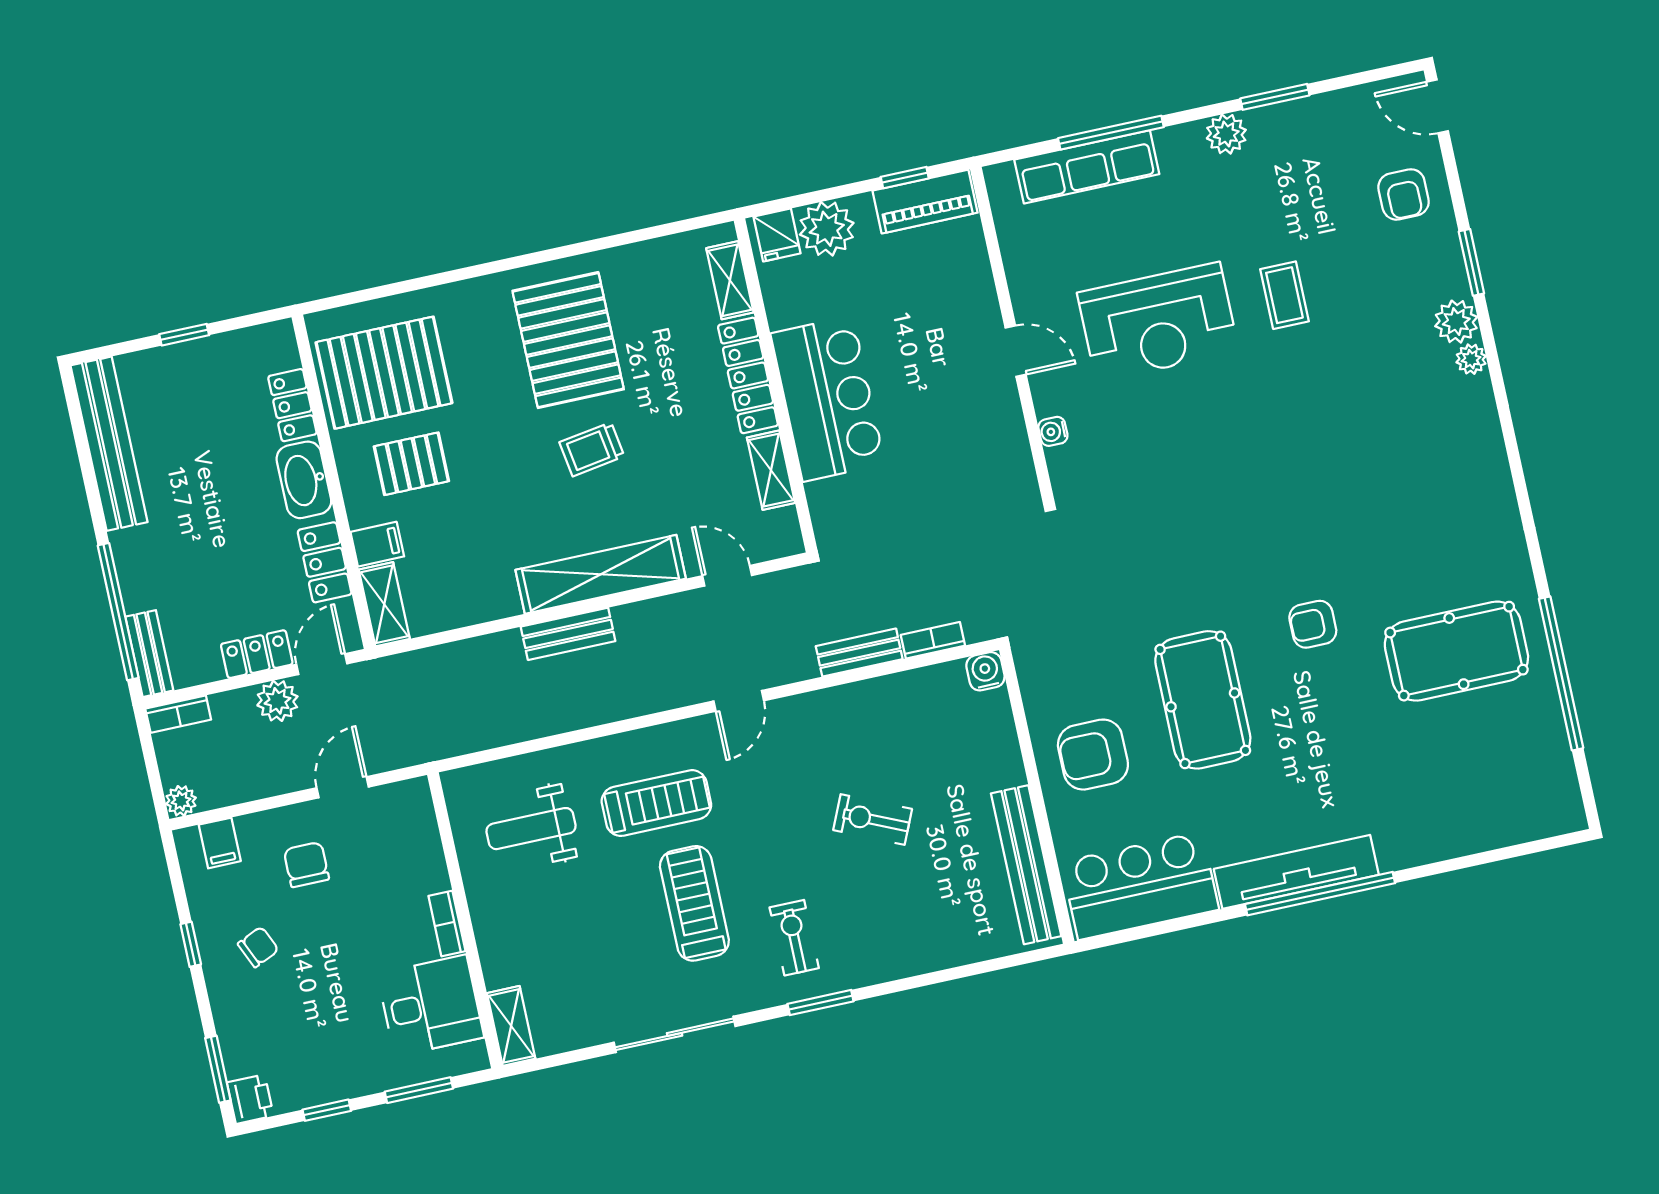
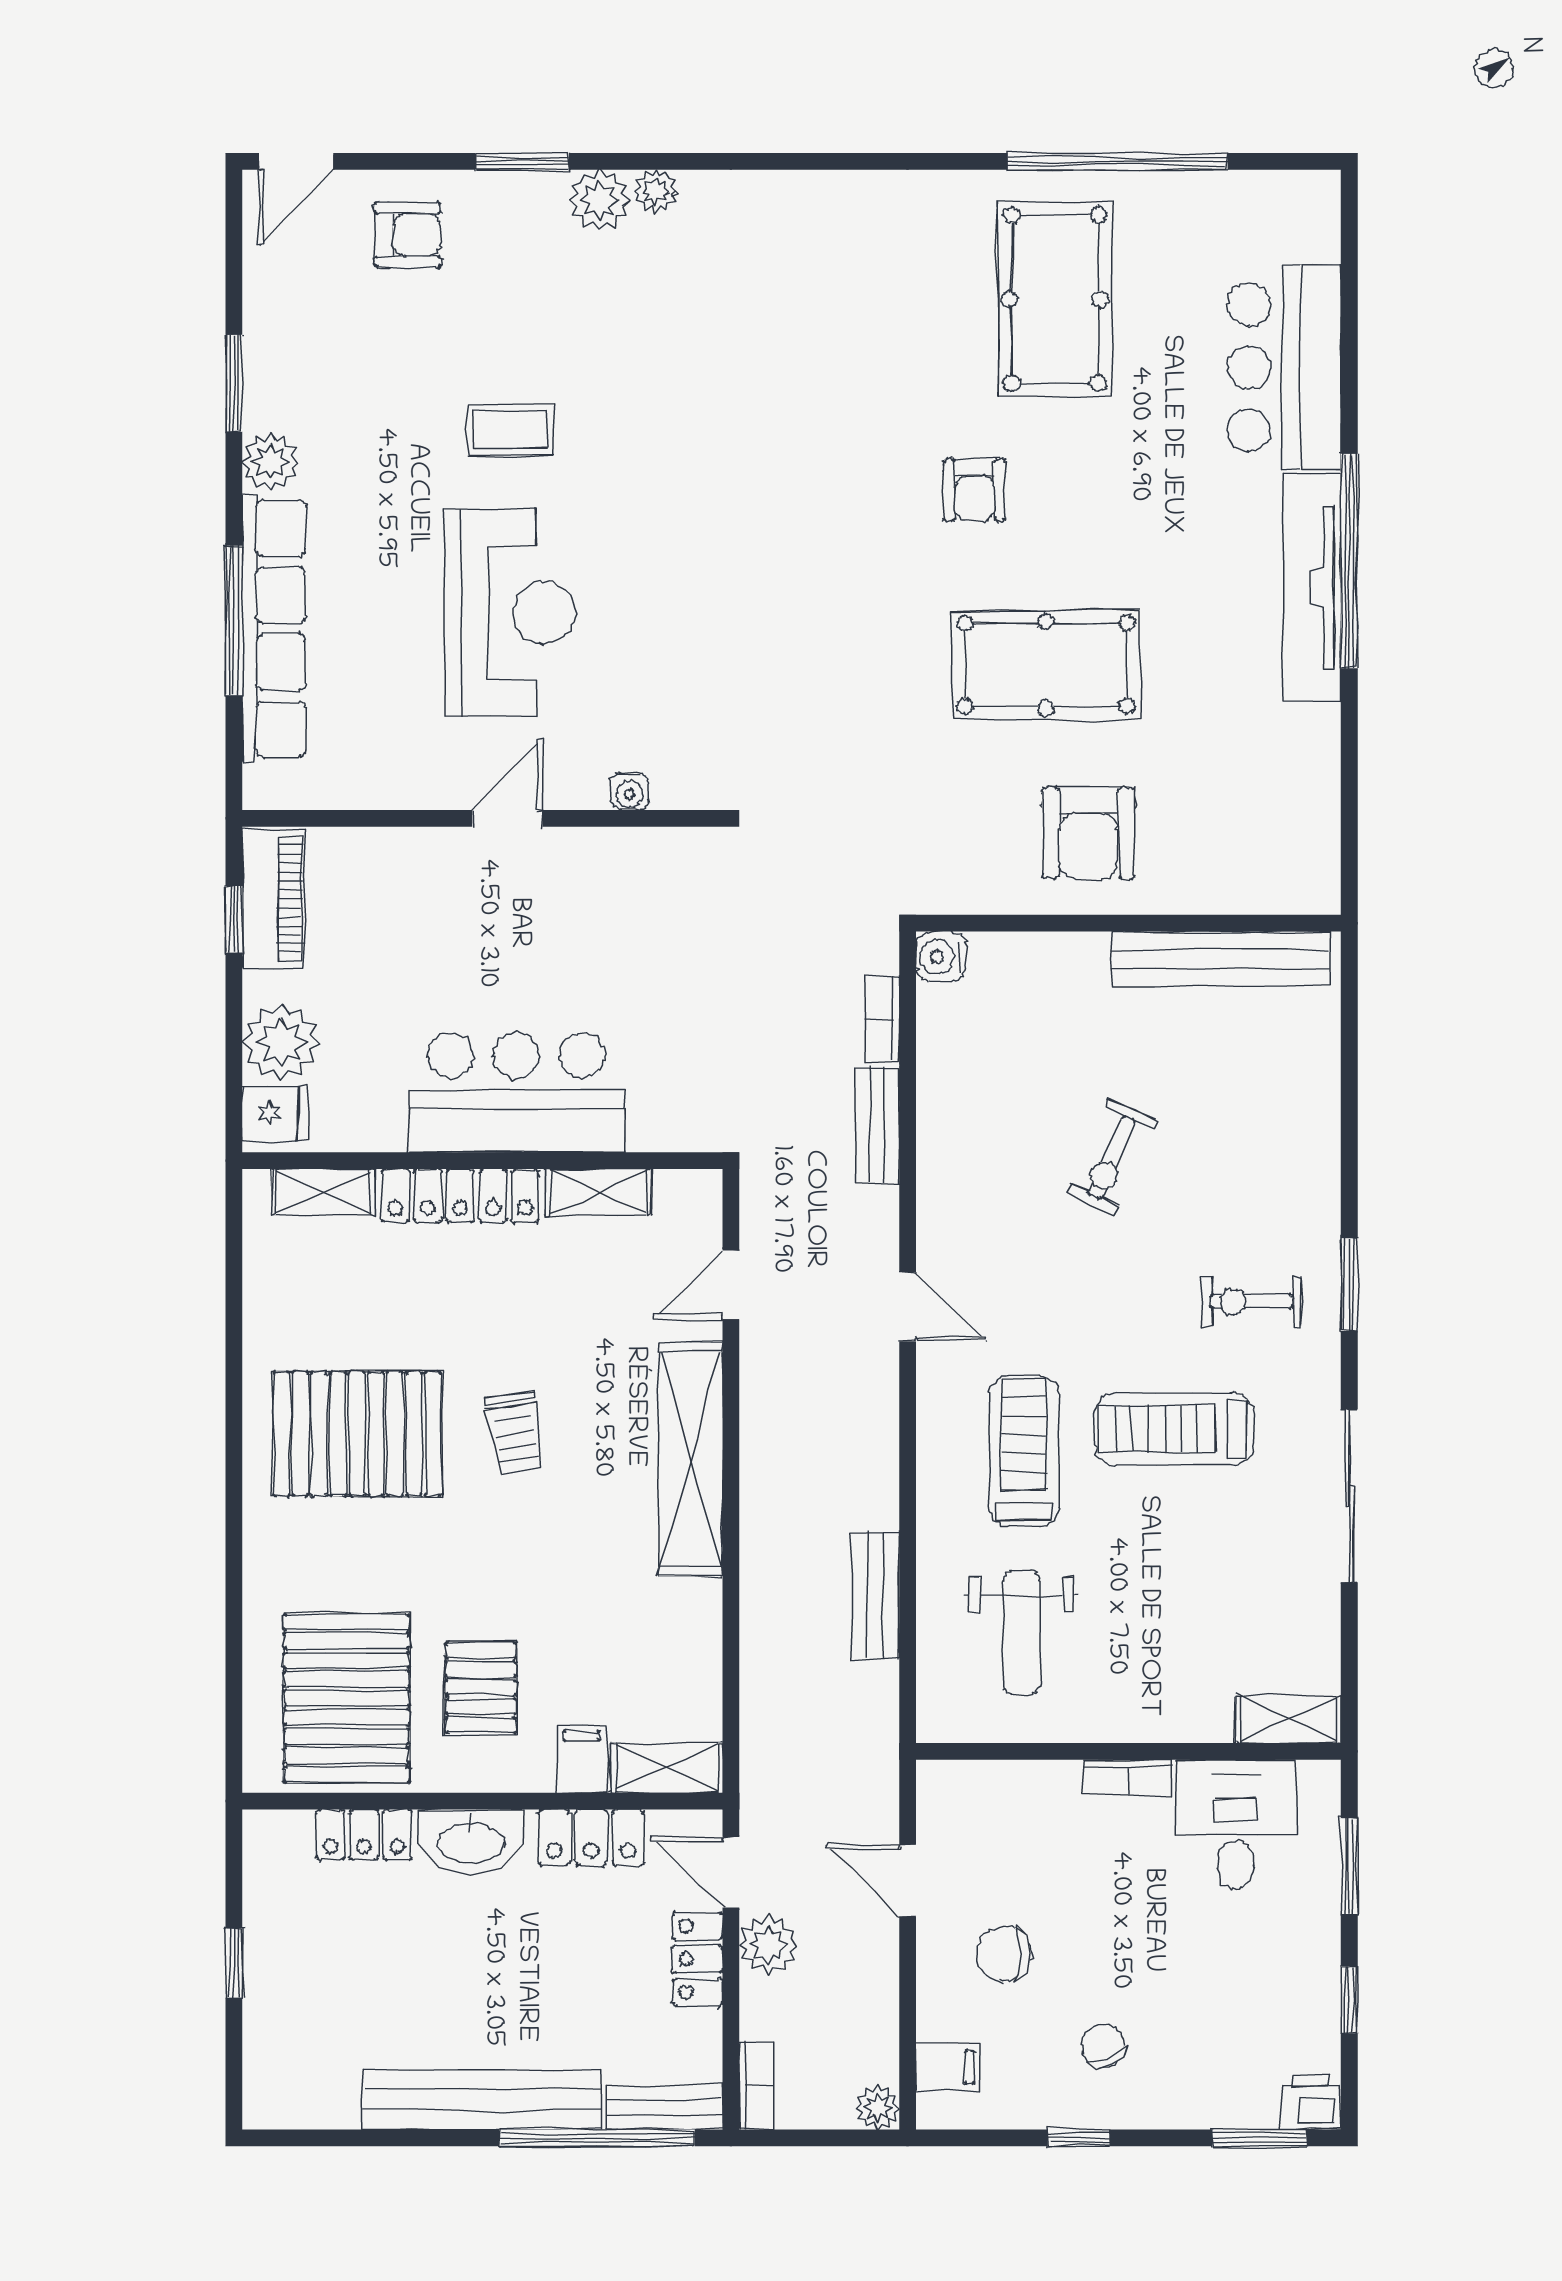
row of seats: (1087, 167) -> (274, 629), width x1.36
bench: (109, 444) -> (482, 2100), moved
bench: (568, 634) -> (875, 1596), moved
bar counter: (1140, 886) -> (1284, 367), moved

